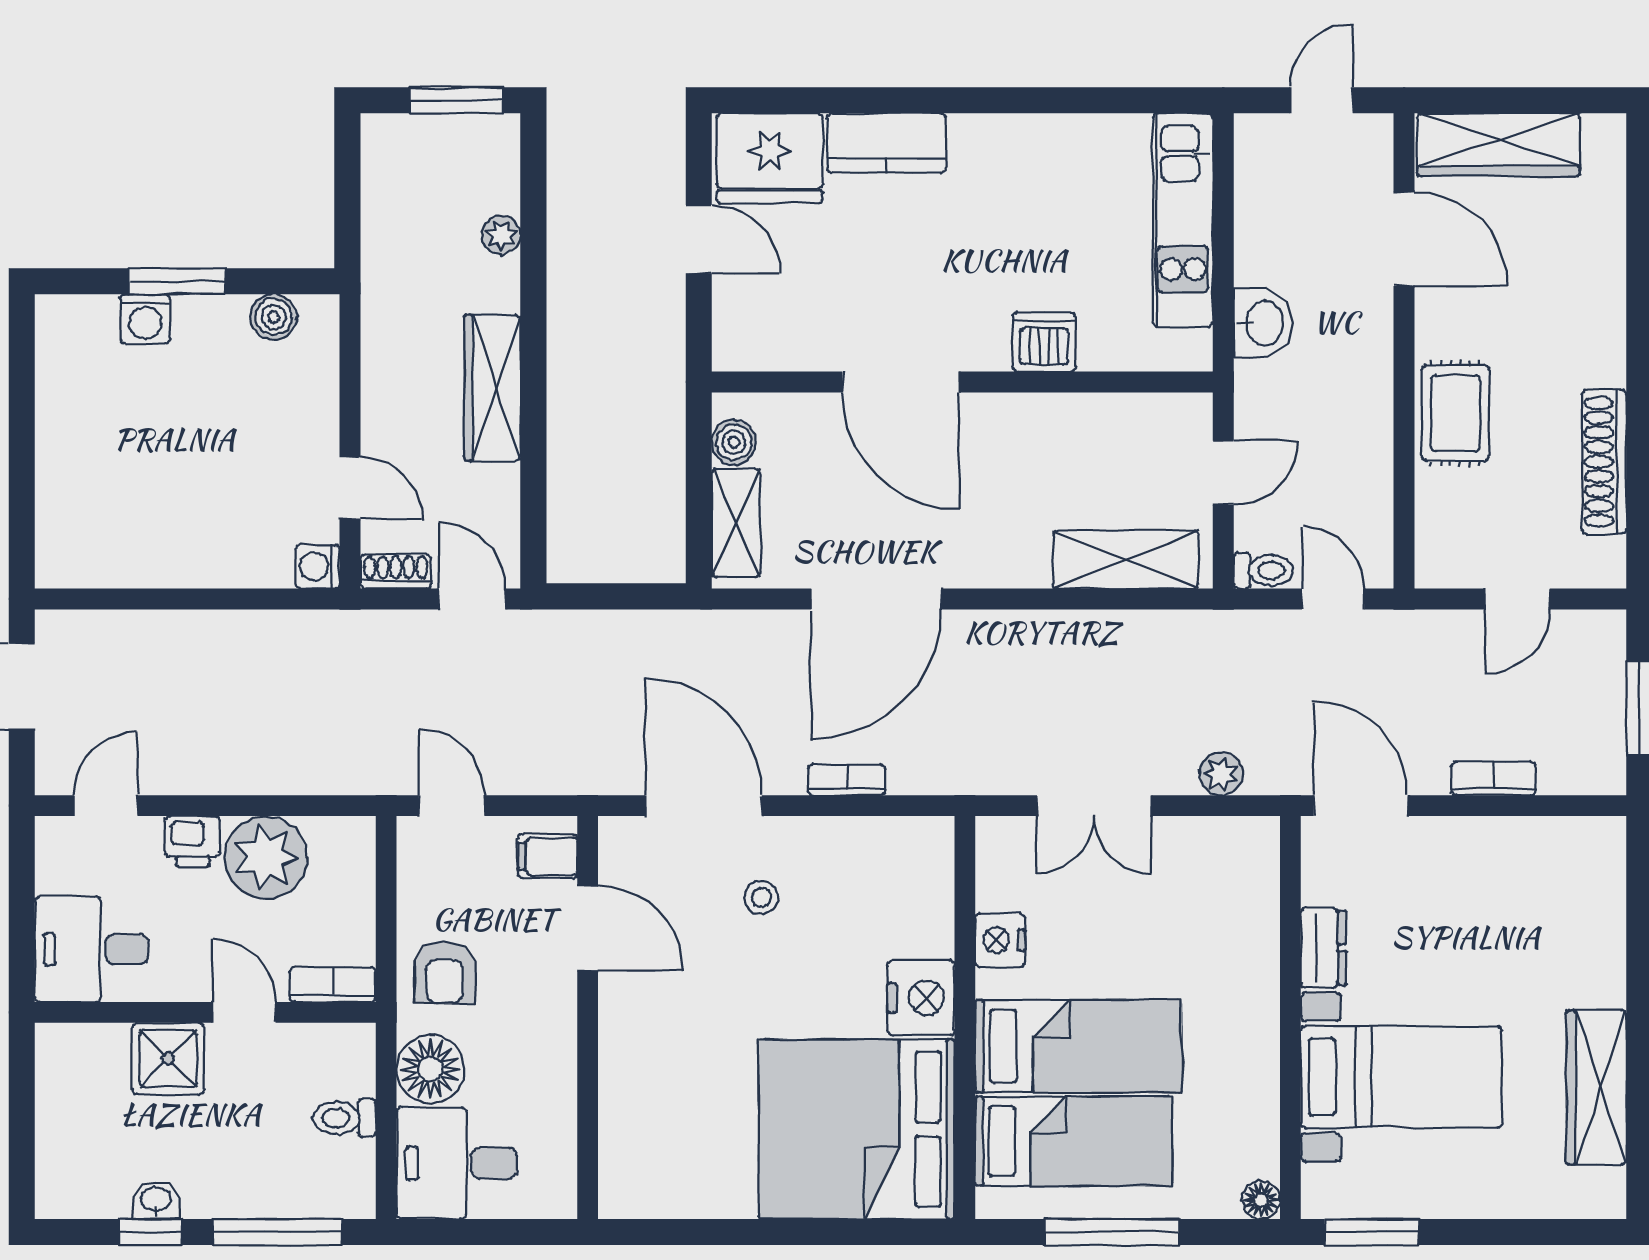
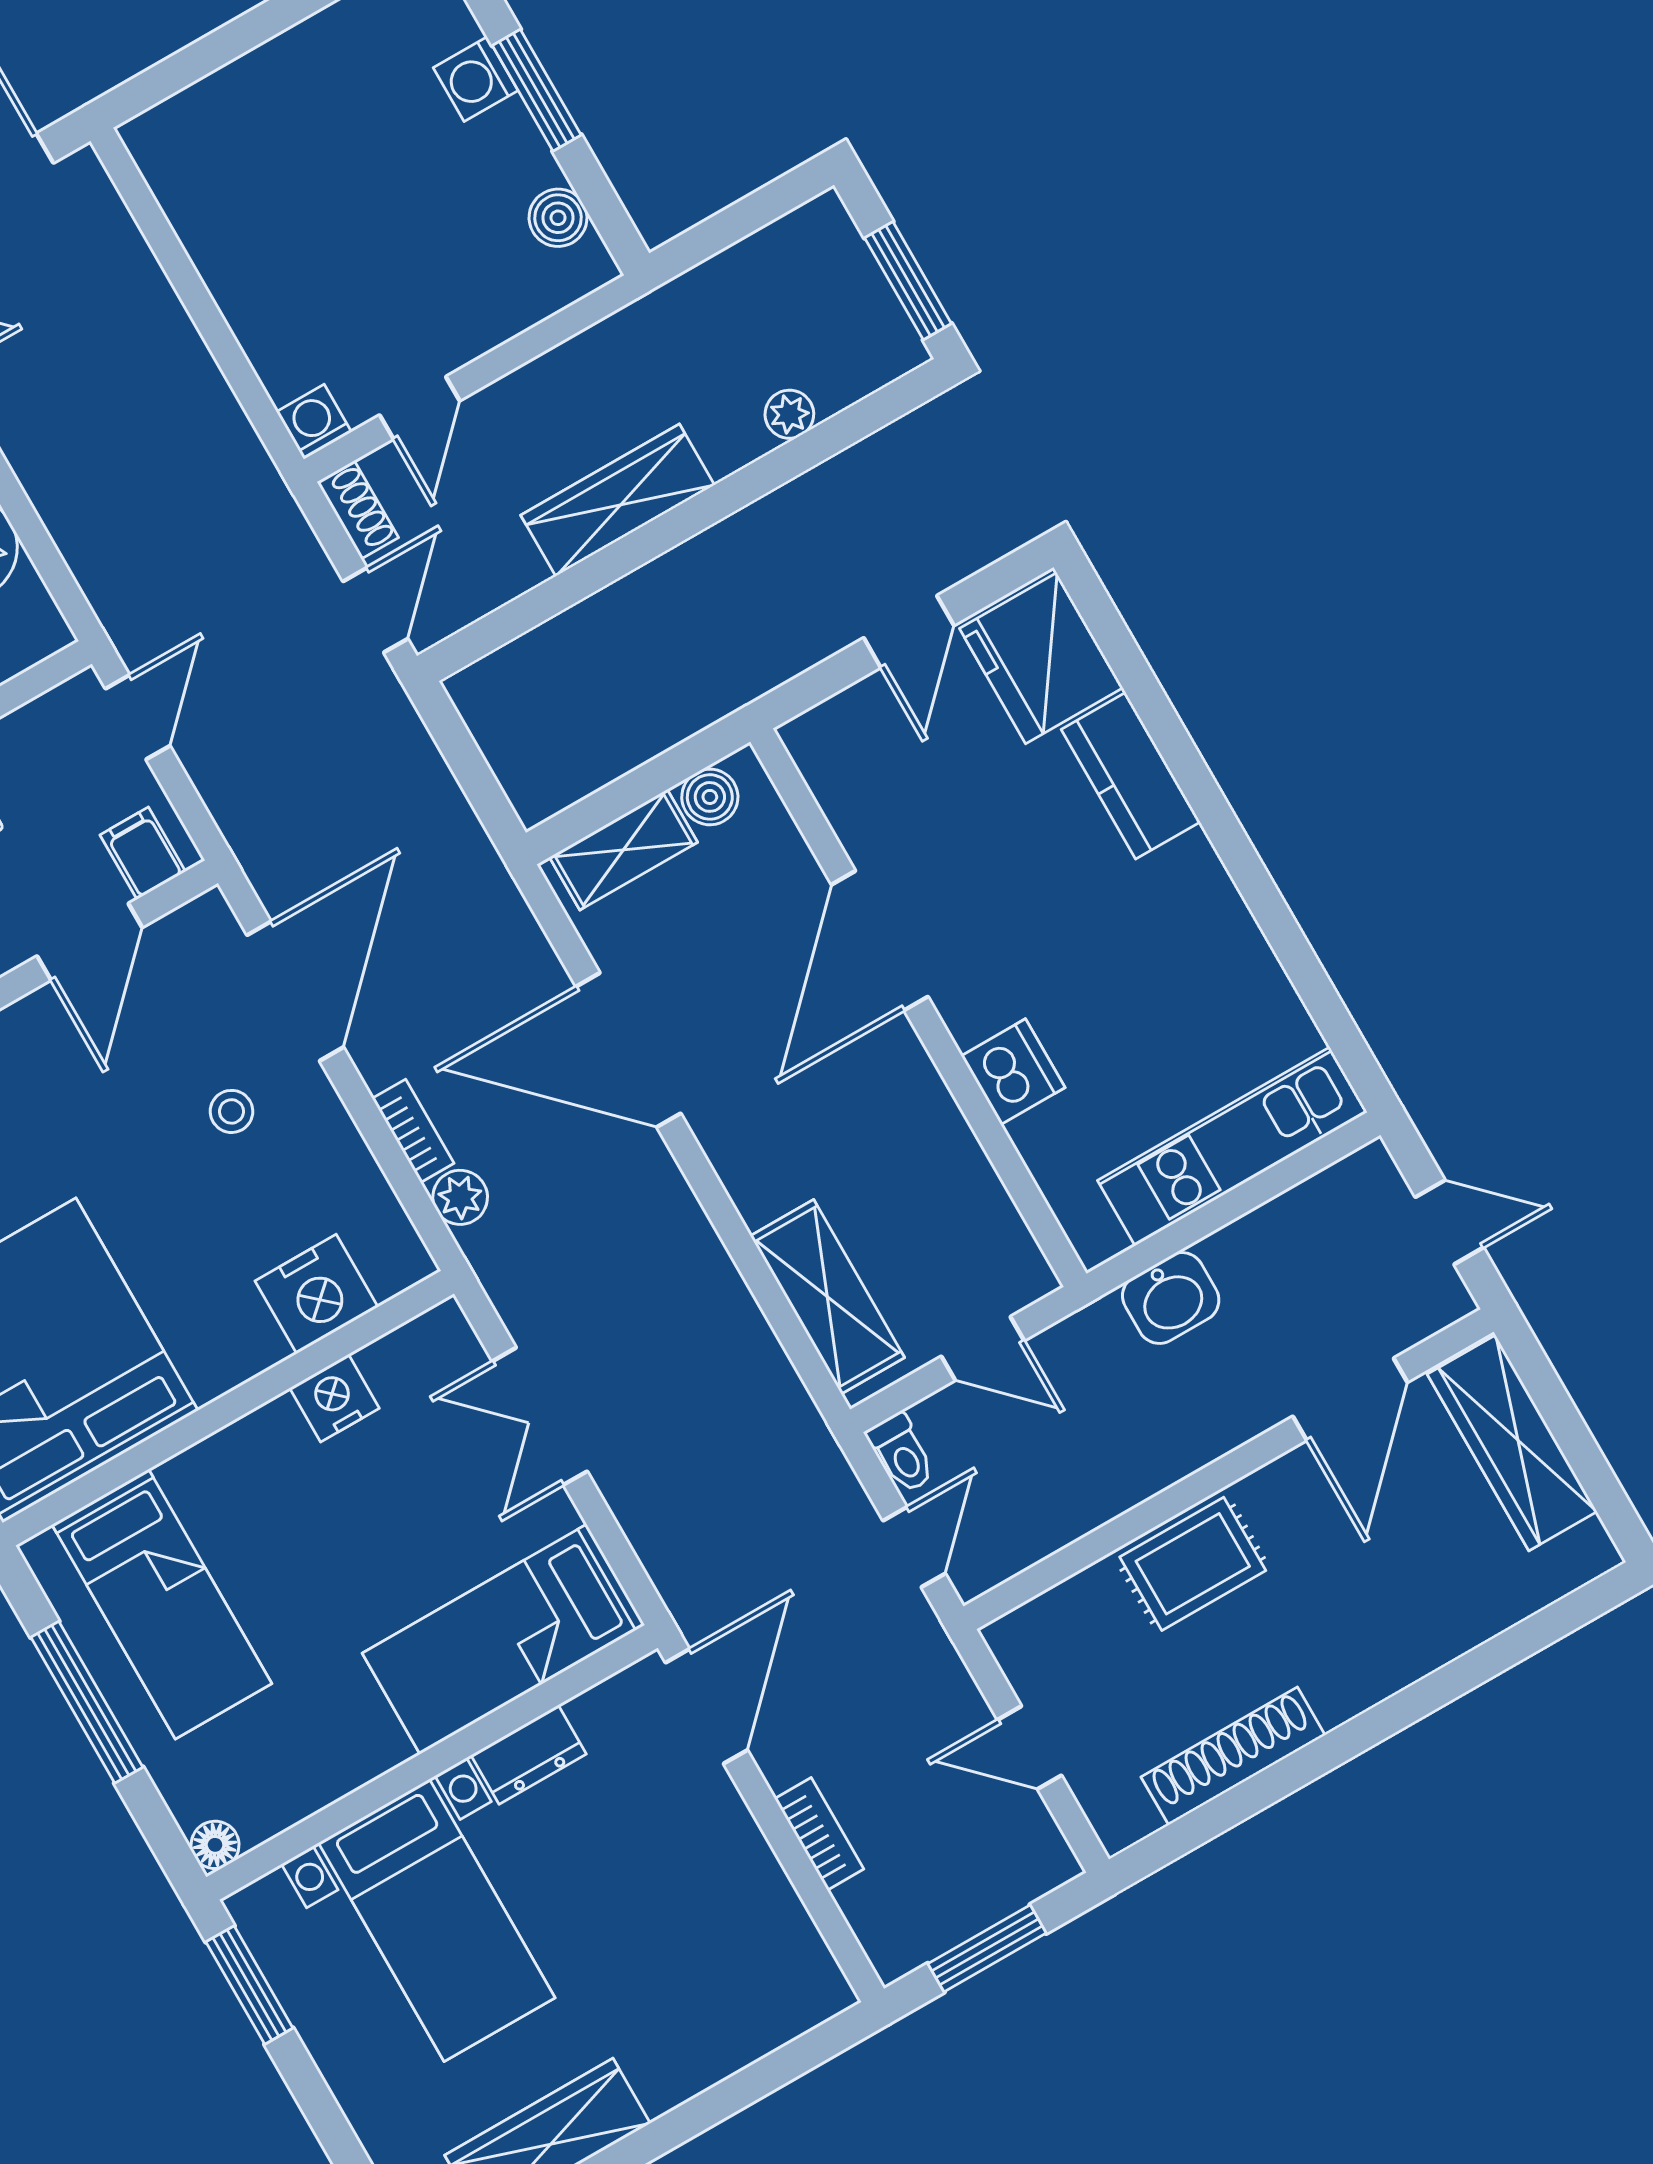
plant: (1221, 774) -> (460, 1197), moved
nightstand: (921, 998) -> (317, 1294), moved
bed: (1078, 1046) -> (503, 1639), moved, turned 90

